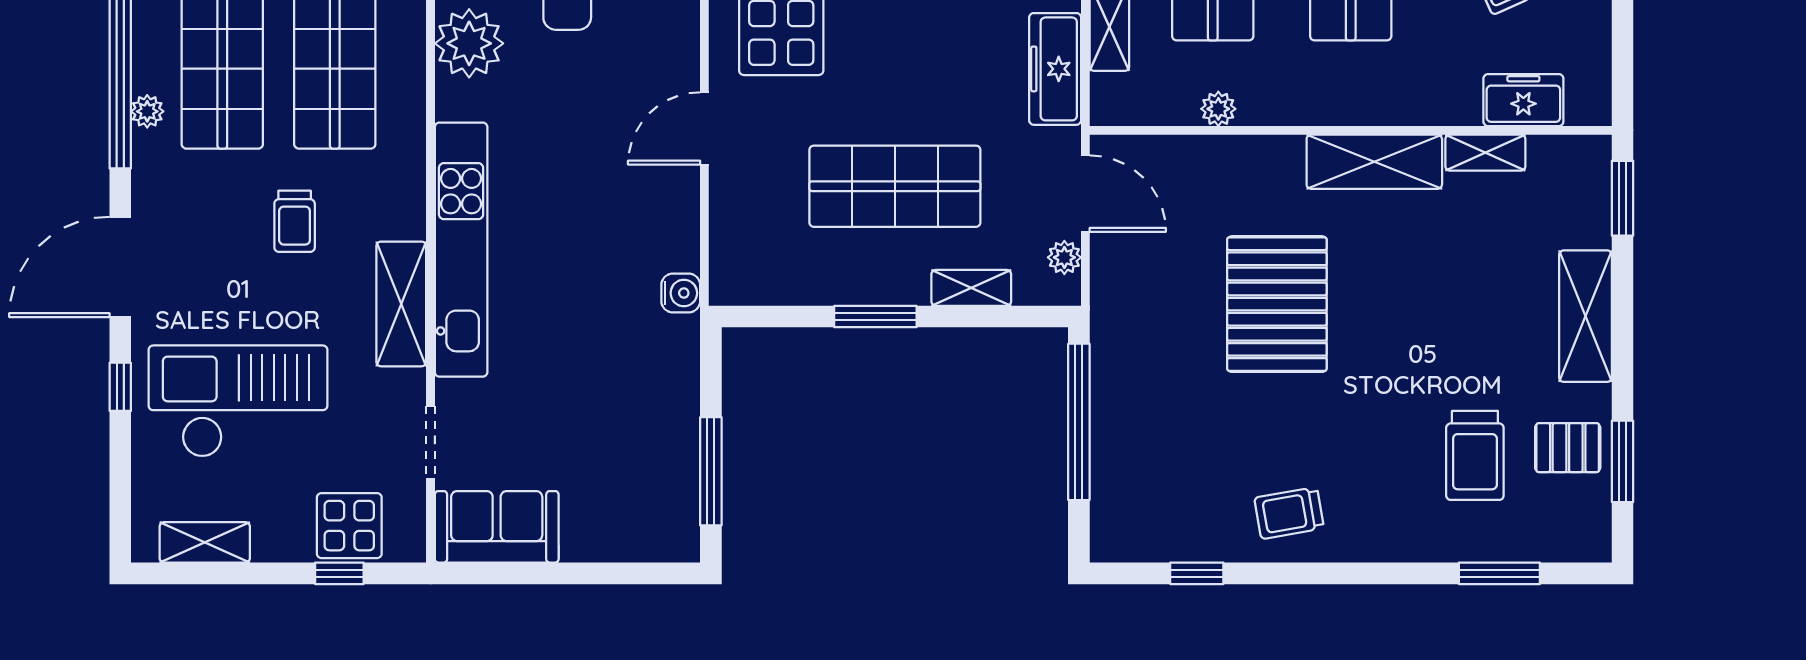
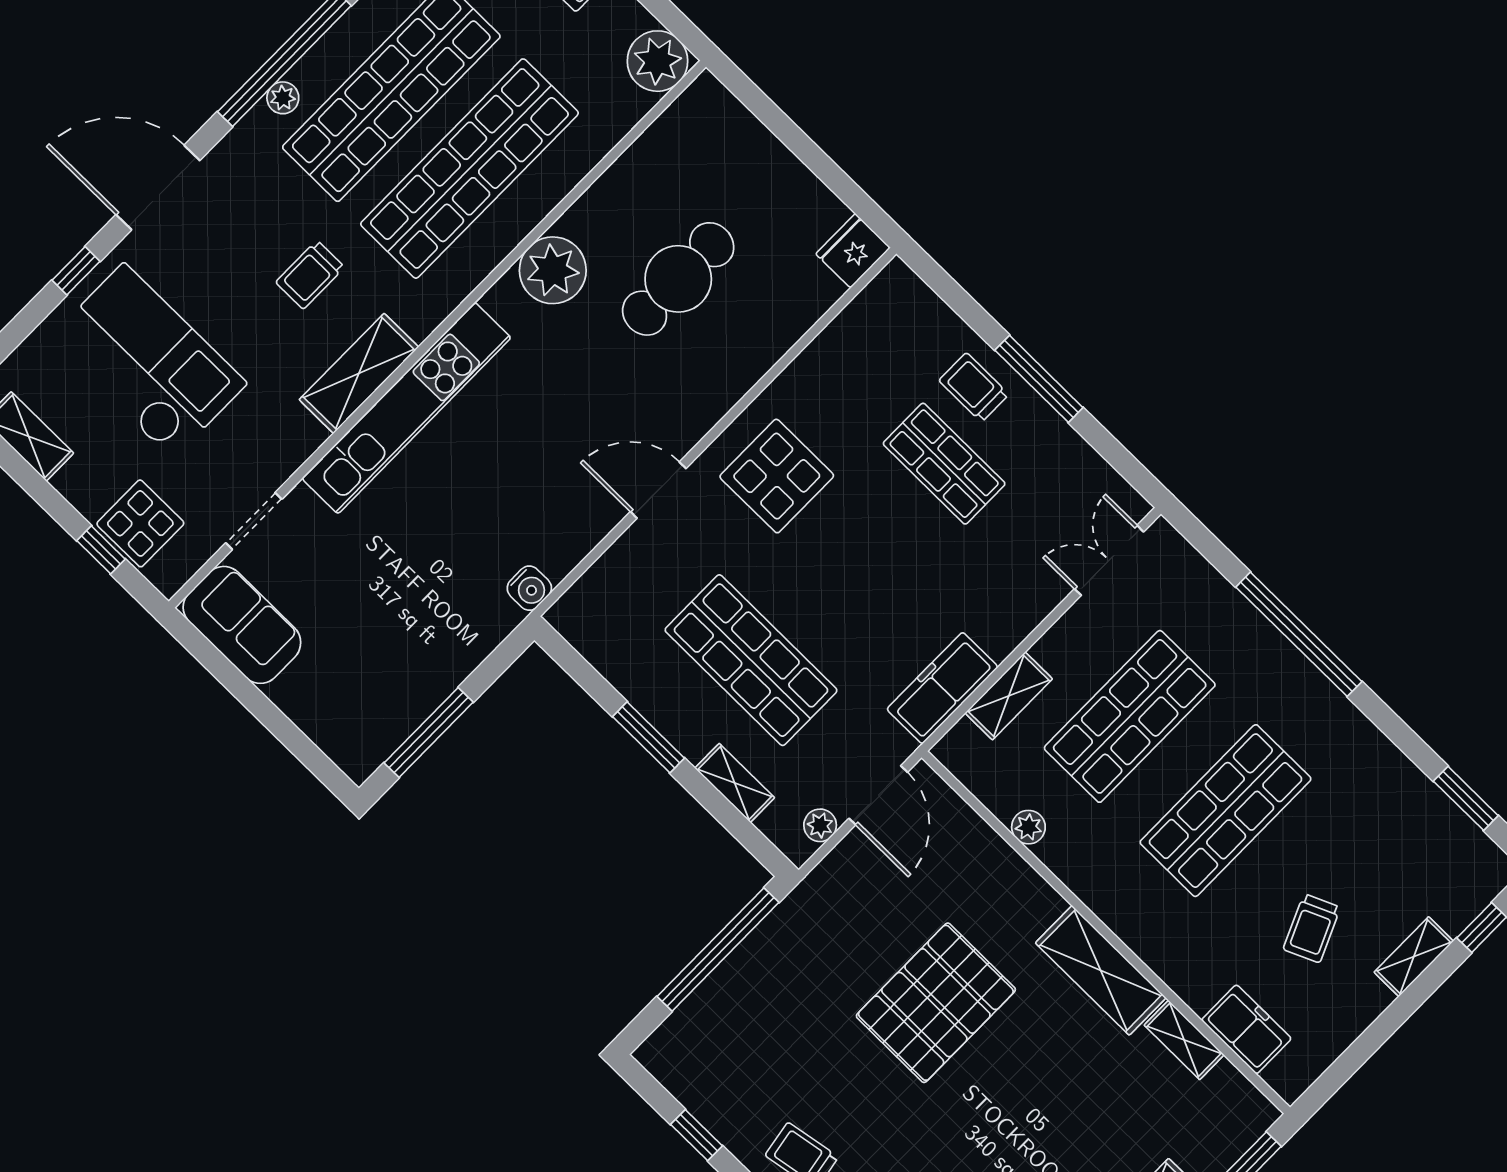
shelving: (401, 304) -> (359, 373), moved

